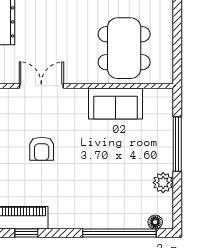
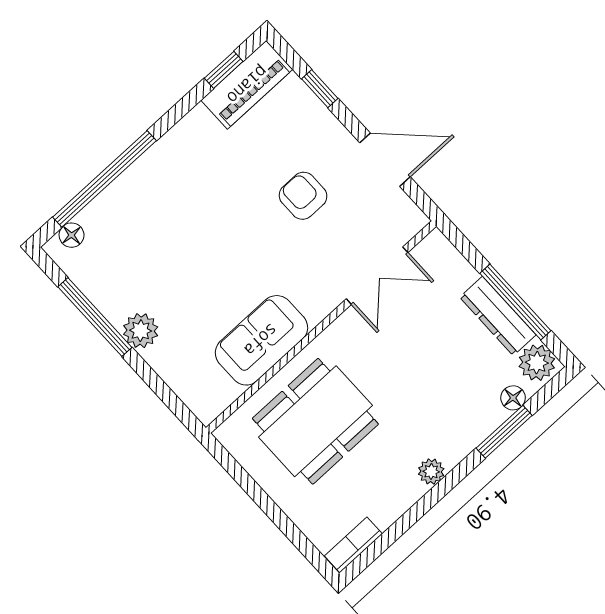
dining table: (124, 48) -> (315, 421), turned 90
window: (177, 144) -> (95, 317), moved
plant: (163, 183) -> (141, 331), moved

